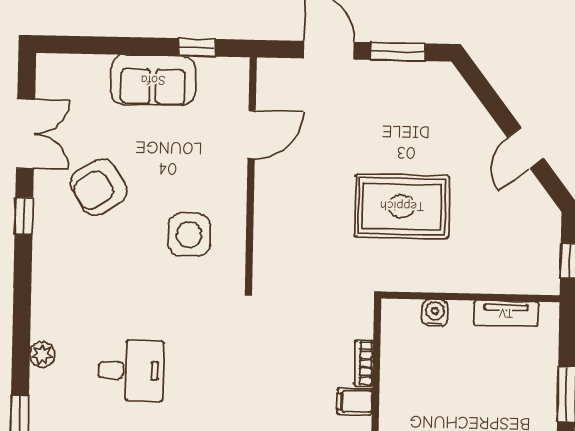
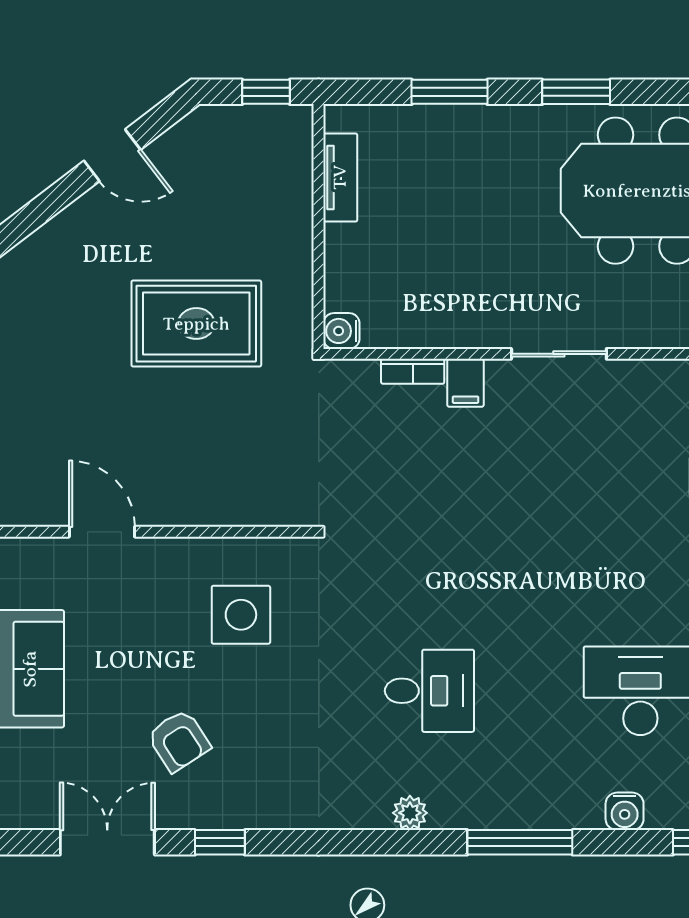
armchair: (98, 187) -> (179, 741), width x0.72, depth x0.72
rug: (402, 206) -> (196, 324), turned 90
water cooler: (435, 313) -> (341, 331), moved
desk: (131, 371) -> (429, 691), turned 90

